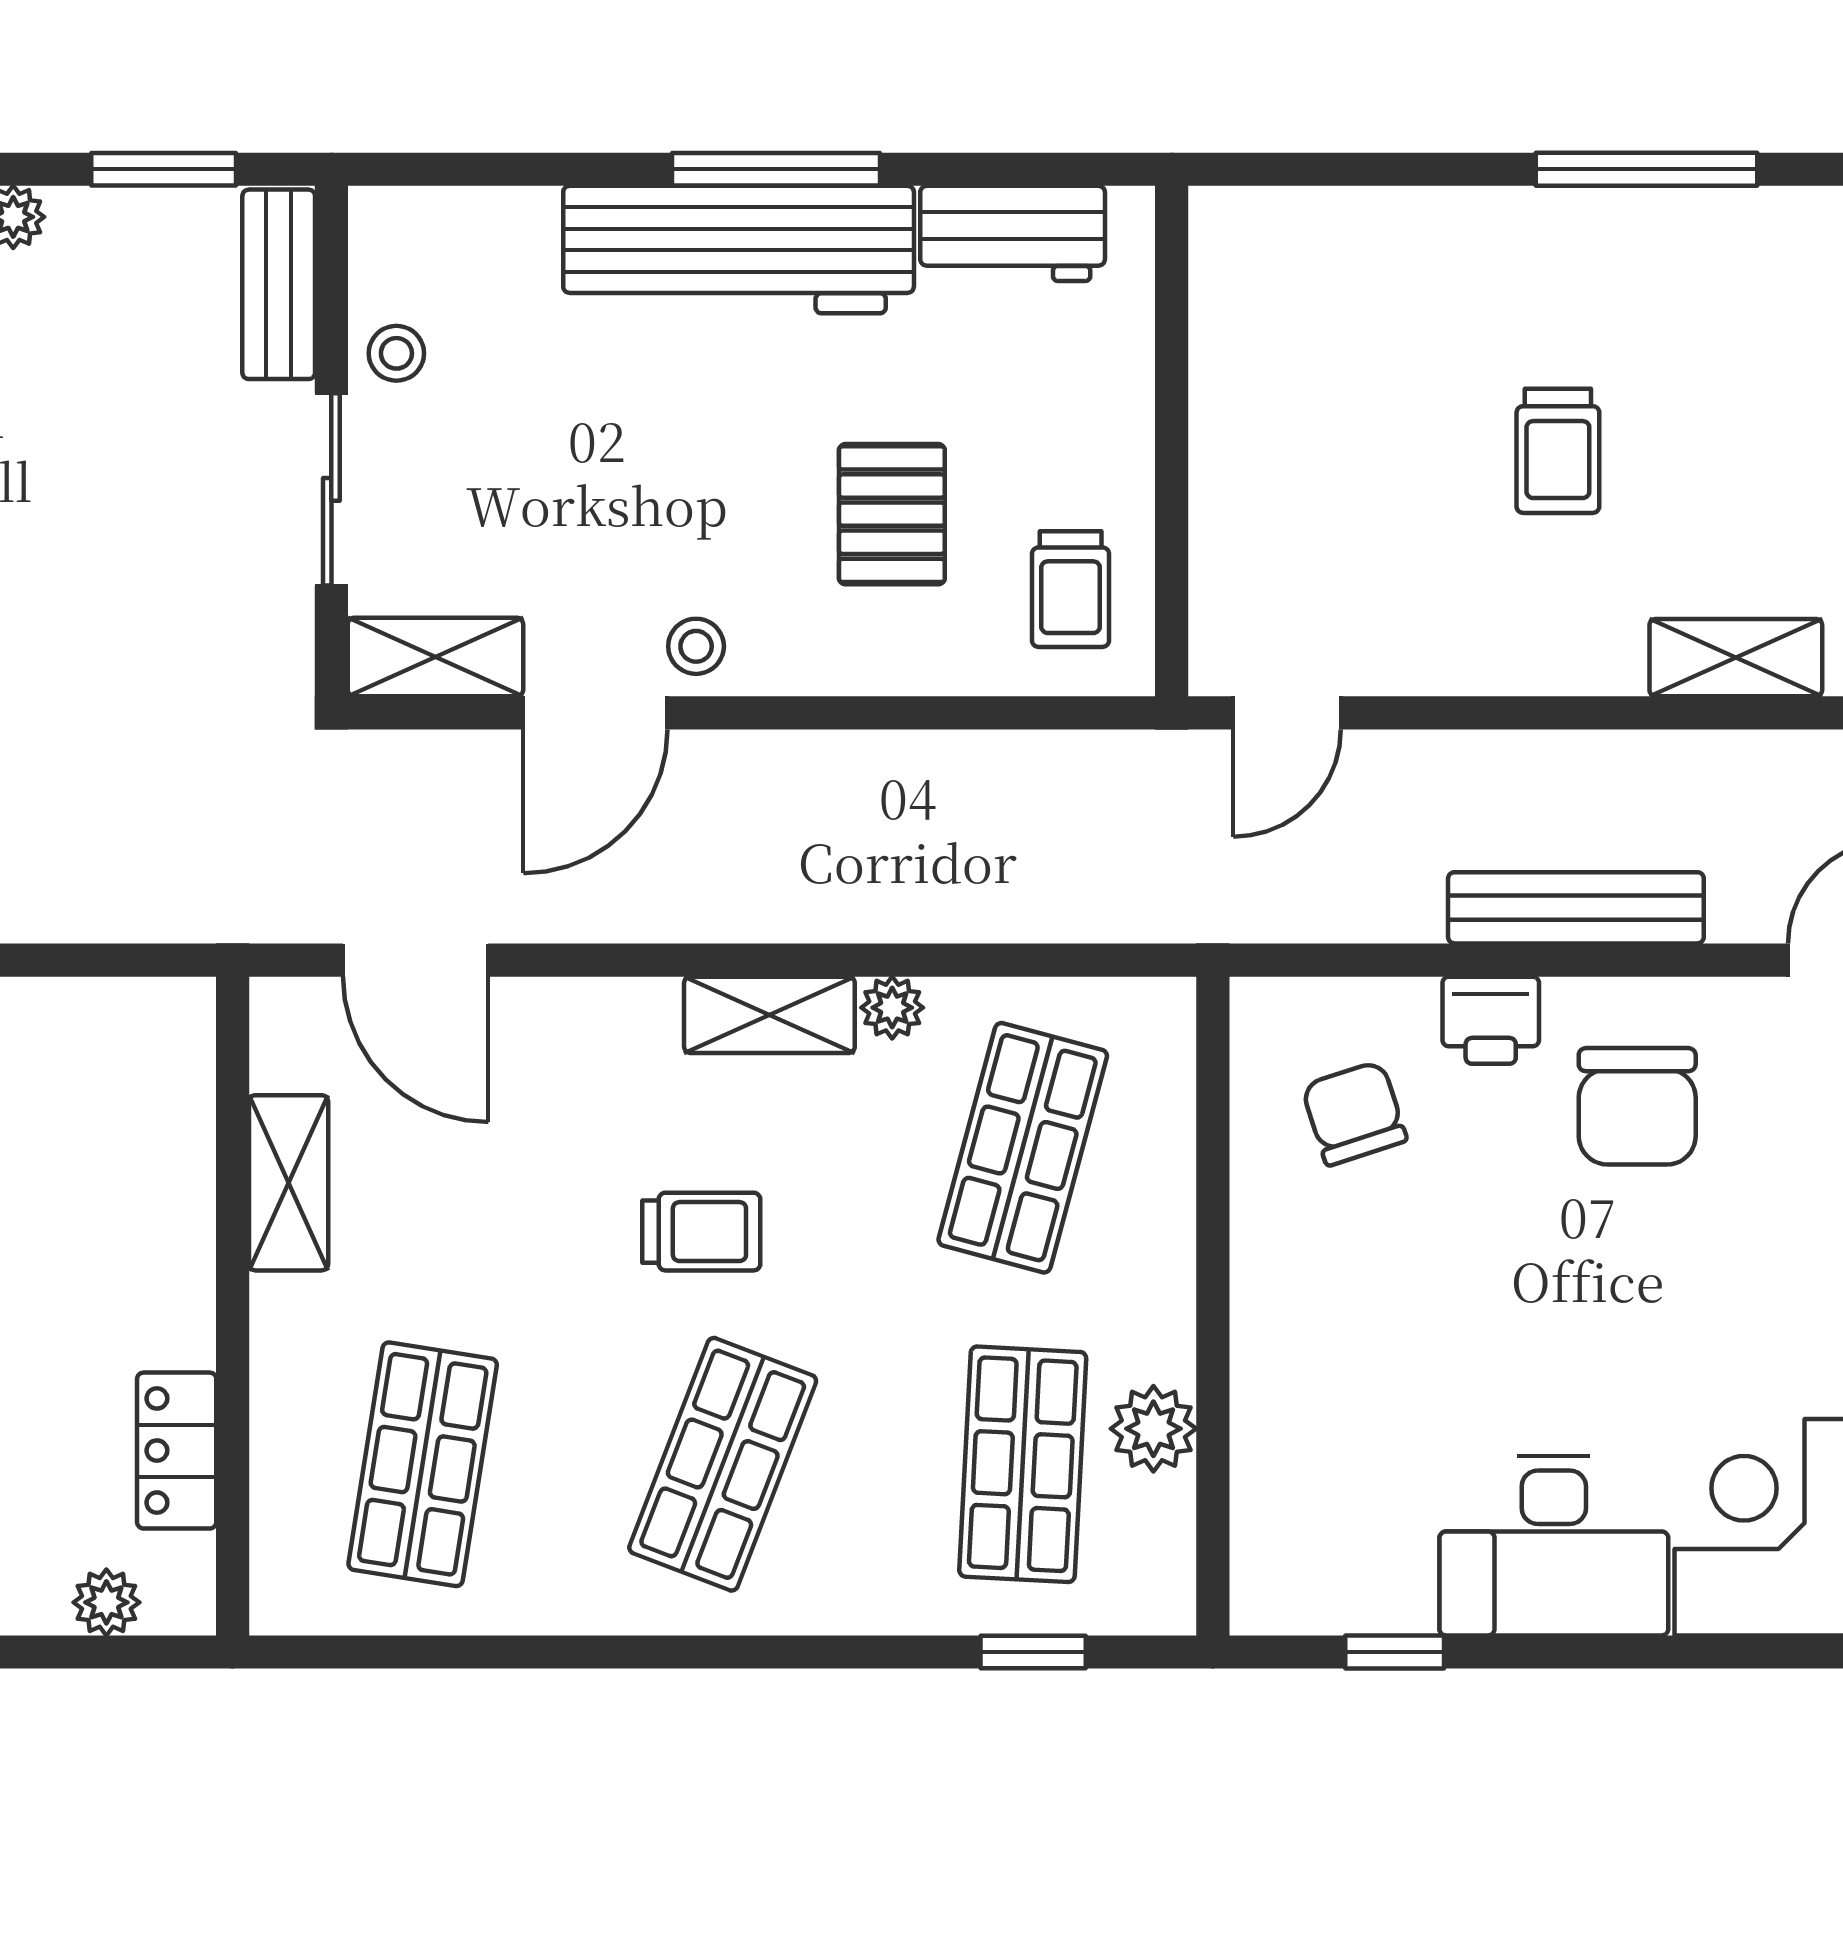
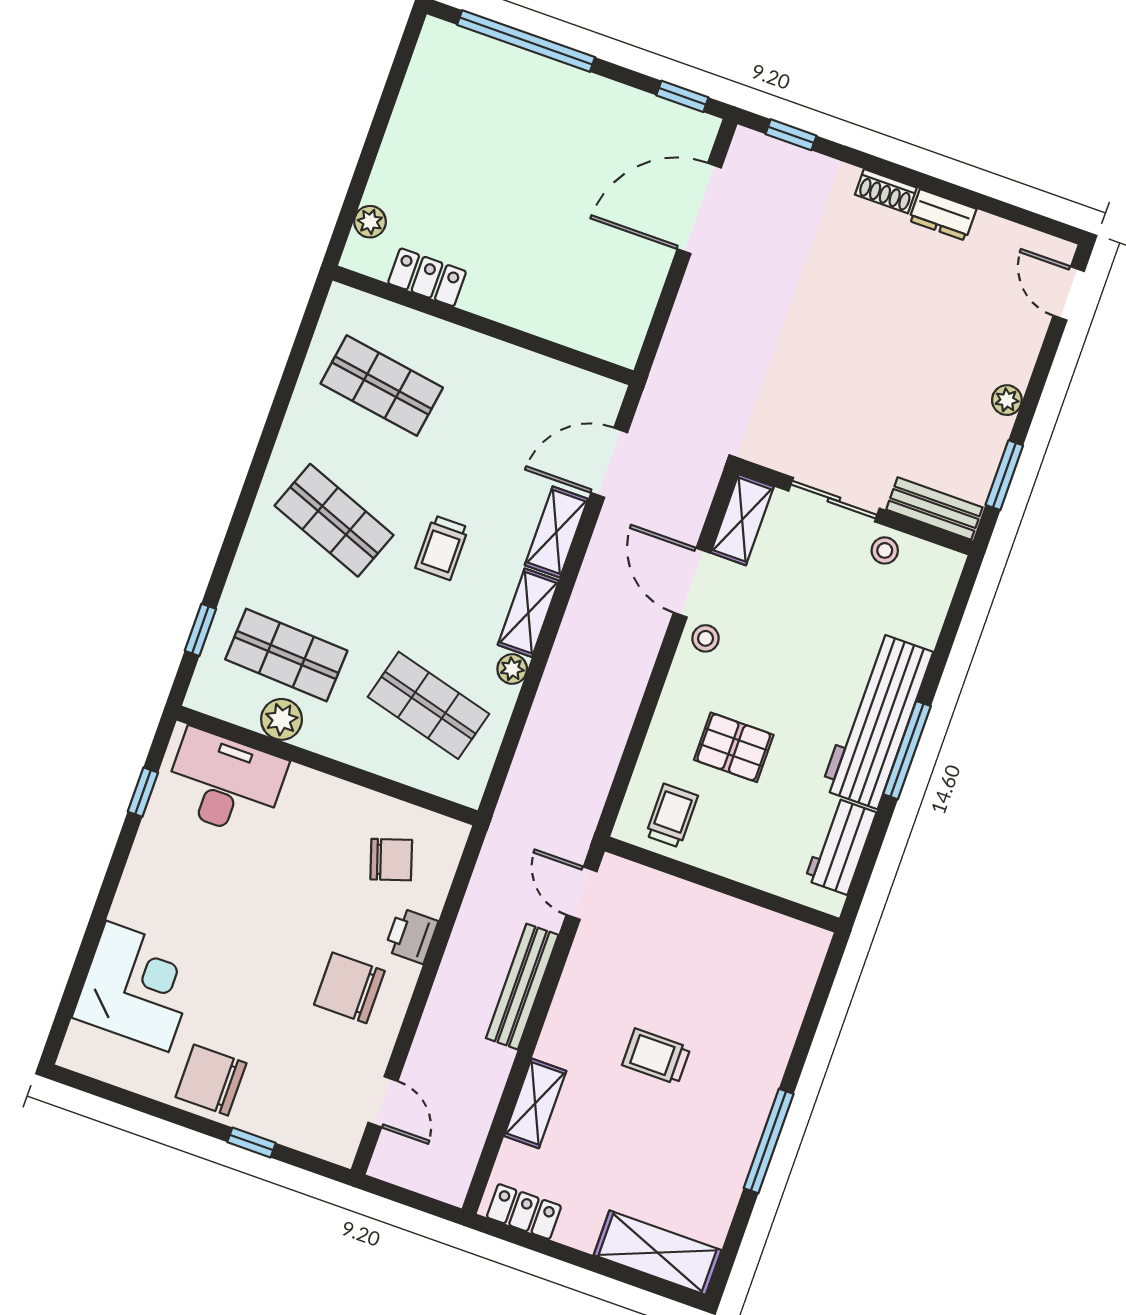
trolley: (1071, 589) -> (672, 816), turned 90
bench: (1576, 908) -> (522, 987), moved
shelving: (289, 1183) -> (556, 532), moved, turned 90
desk: (1554, 1546) -> (225, 783), moved, turned 90

